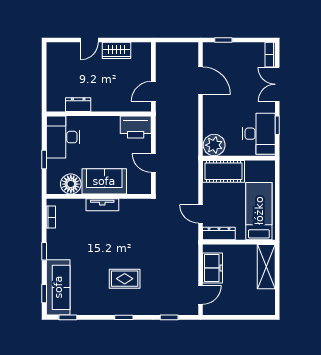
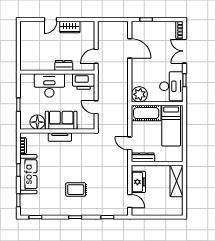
dresser: (78, 105) -> (64, 65), moved
desk: (63, 137) -> (49, 85), moved, turned 90
bed: (259, 211) -> (171, 126), moved, turned 180
sofa: (58, 287) -> (28, 174), moved
door: (201, 295) -> (130, 201), hinge flipped

